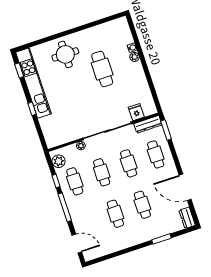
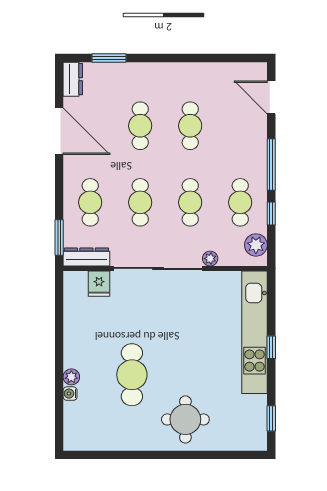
kitchen unit: (33, 83) -> (255, 332), moved
window: (161, 239) -> (109, 58), moved

